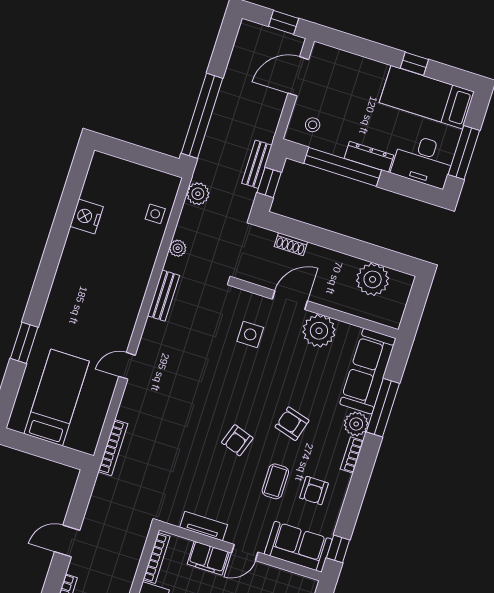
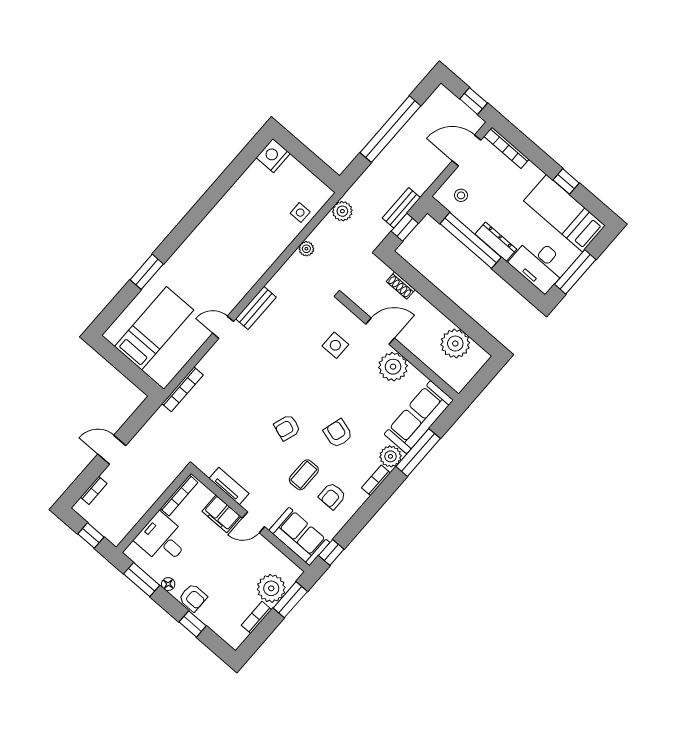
bookcase: (338, 56) -> (506, 148), added
window: (202, 116) -> (390, 129), moved
nightstand: (87, 217) -> (273, 156), moved
bench: (163, 296) -> (256, 308), moved

